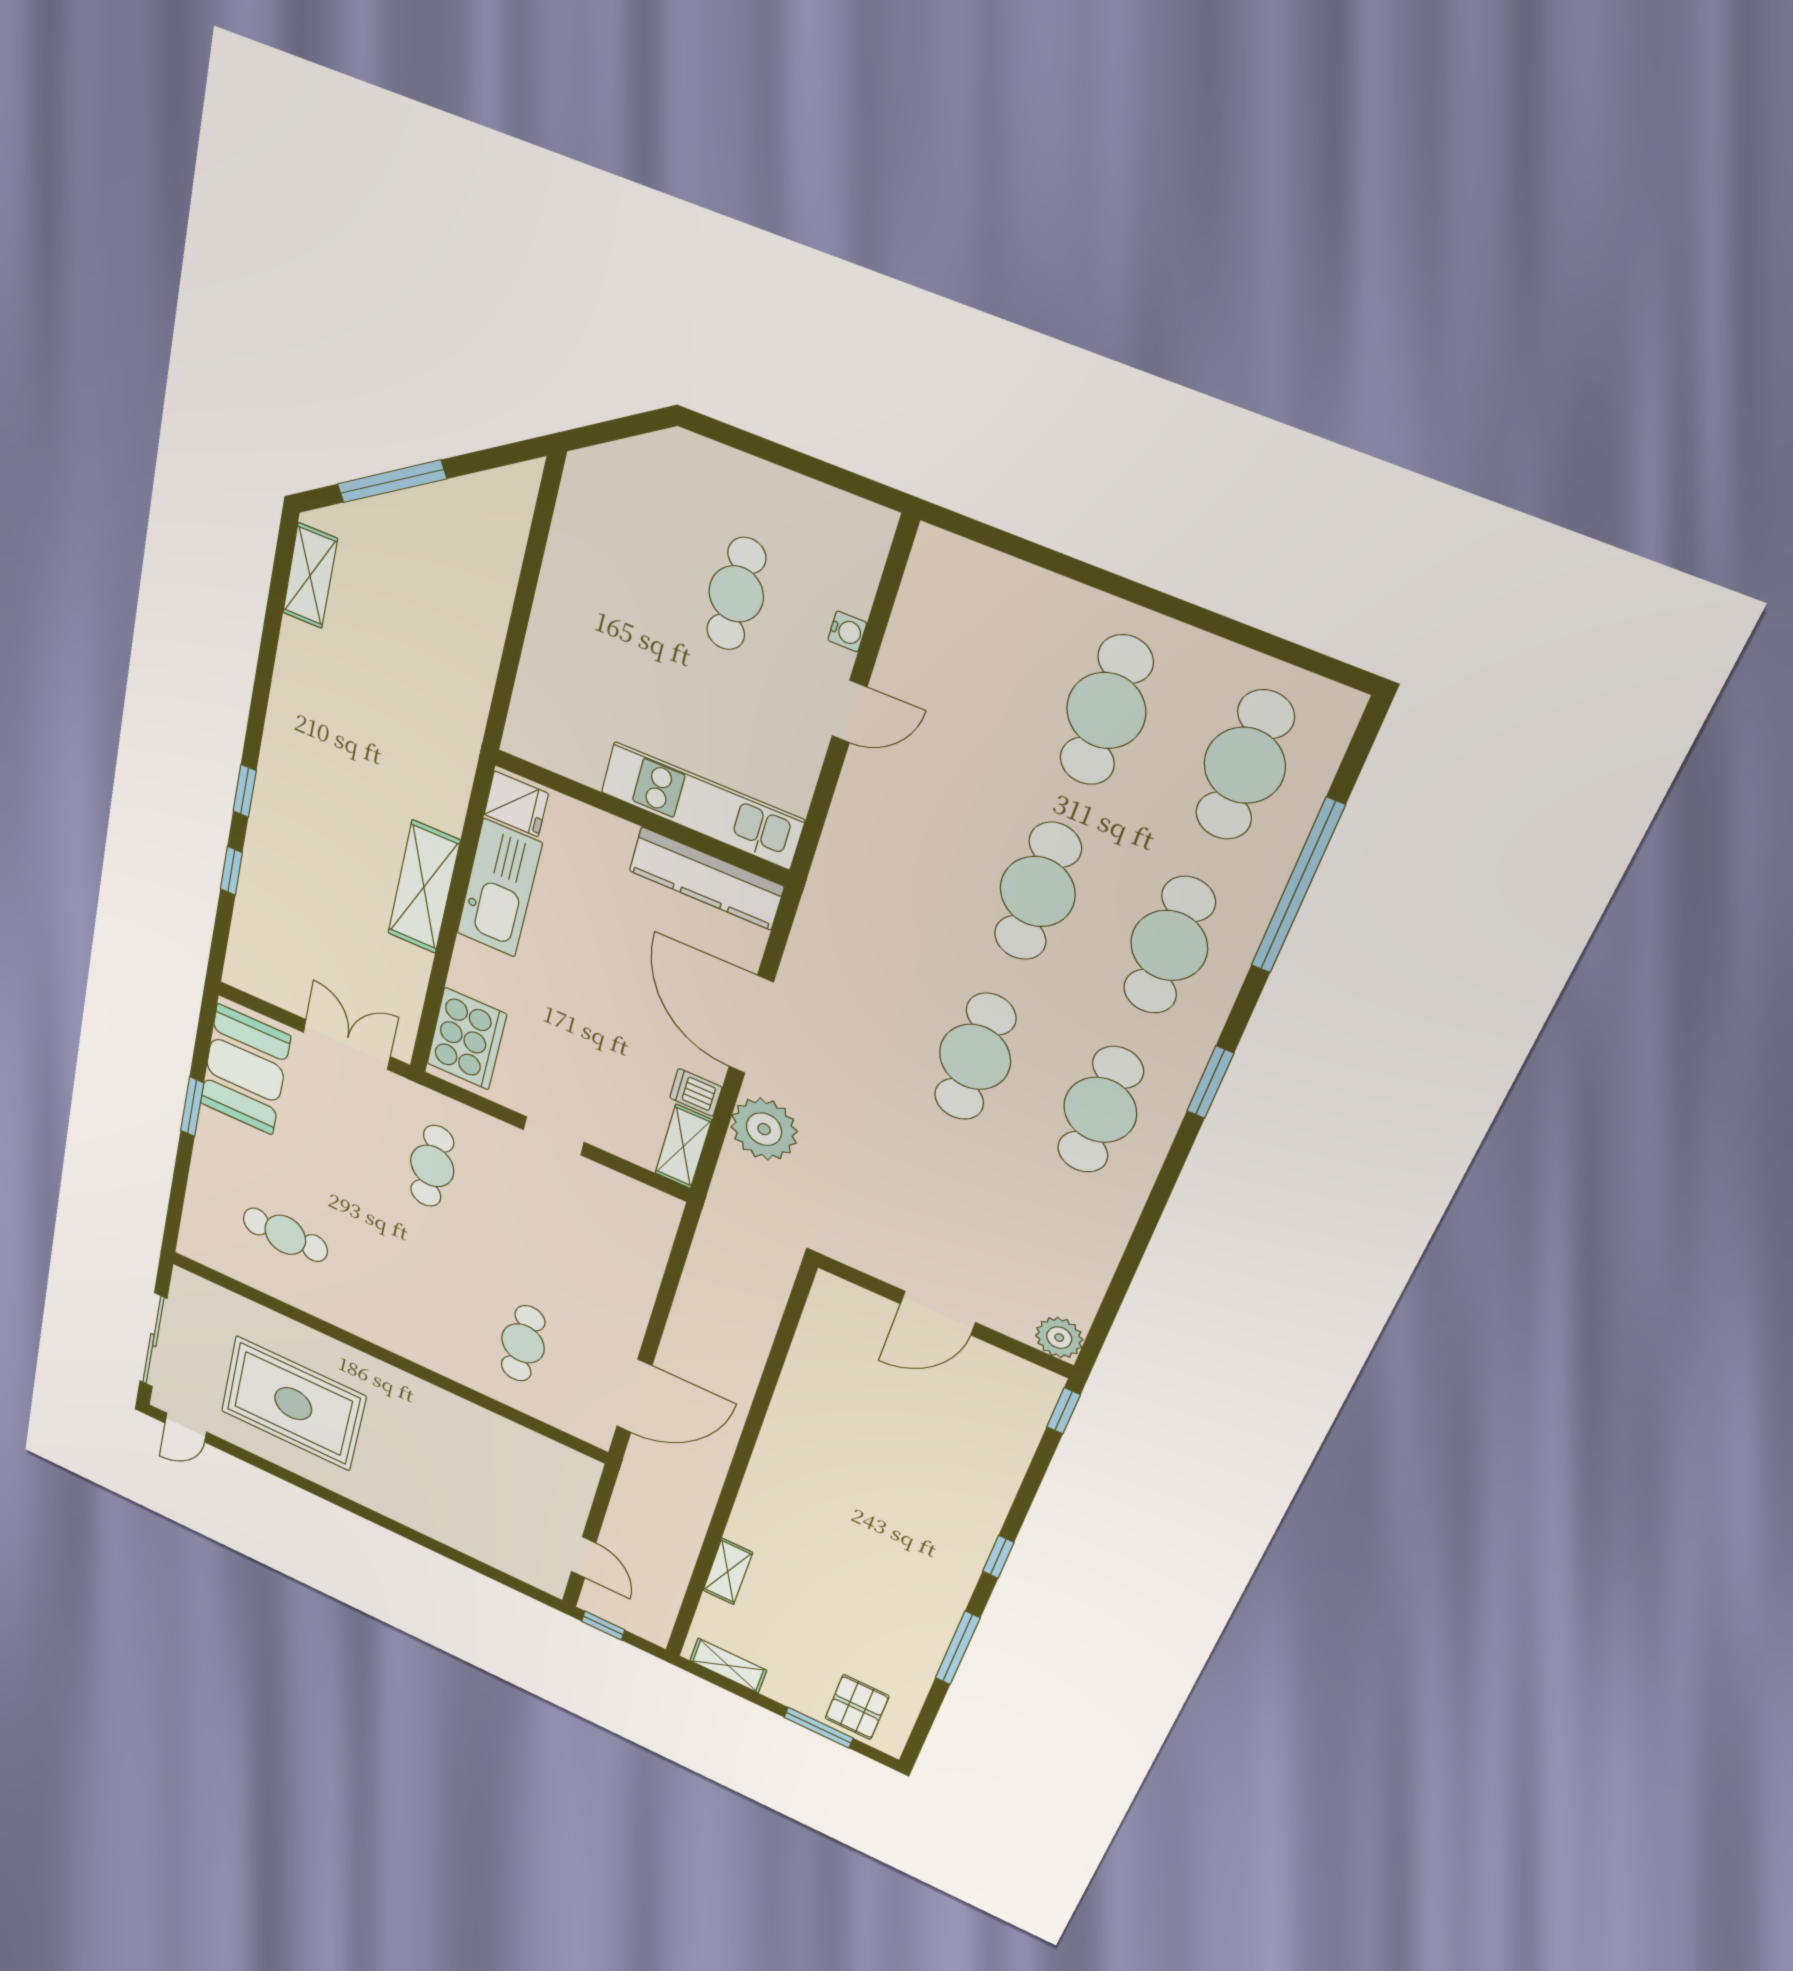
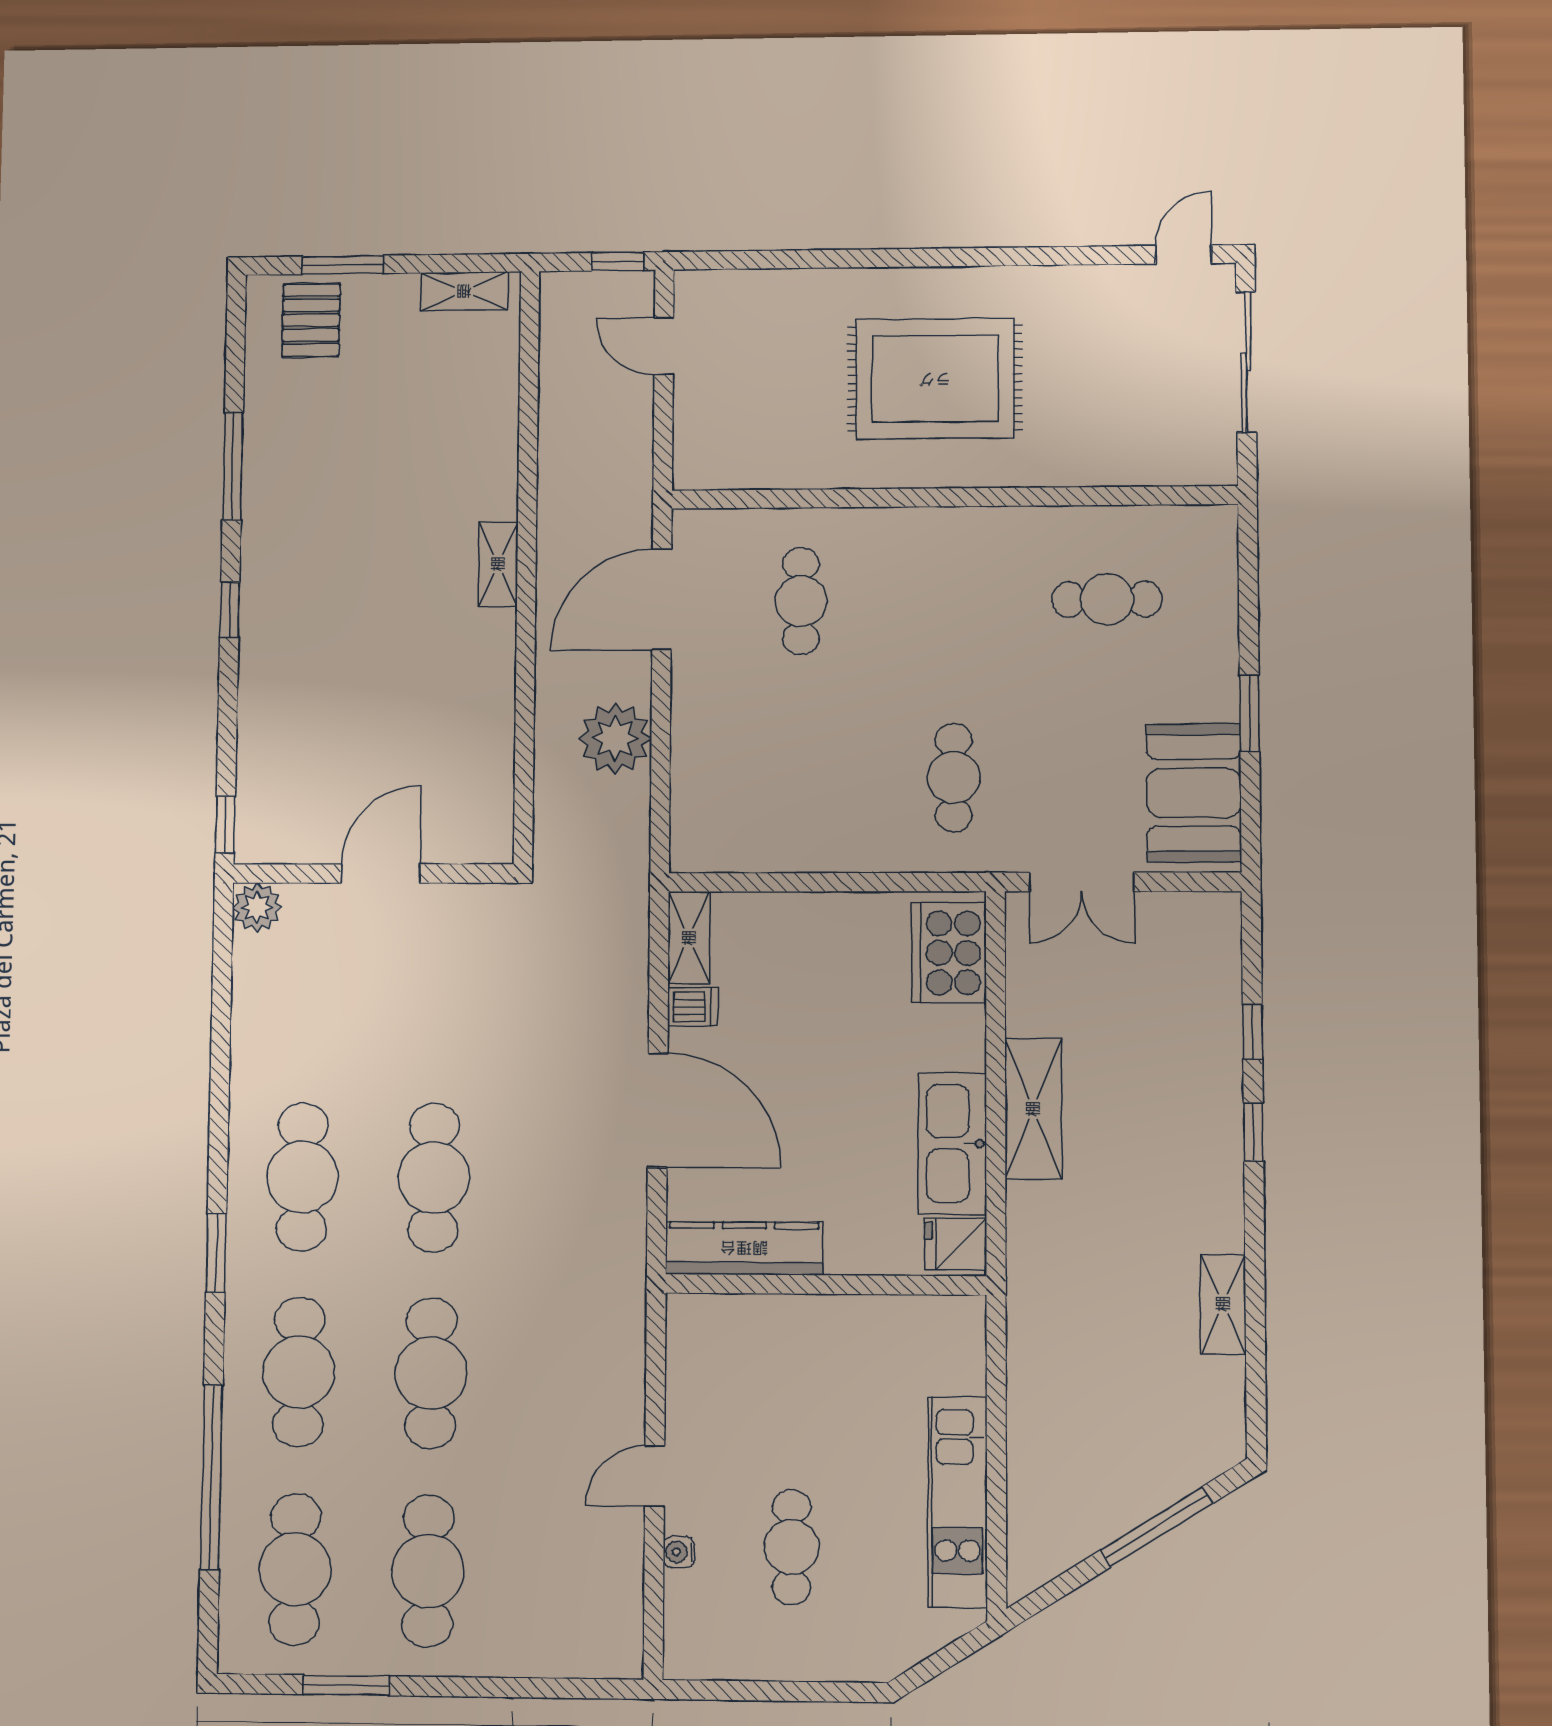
shelving: (310, 576) -> (1223, 1304), moved
window: (1234, 631) -> (346, 1685), added
kitchen unit: (702, 806) -> (958, 1502), moved, turned 90
plant: (764, 1129) -> (615, 738), moved
doorway: (554, 1136) -> (828, 882), removed
rug: (293, 1404) -> (935, 379), moved
shelving: (728, 1571) -> (498, 564), moved

